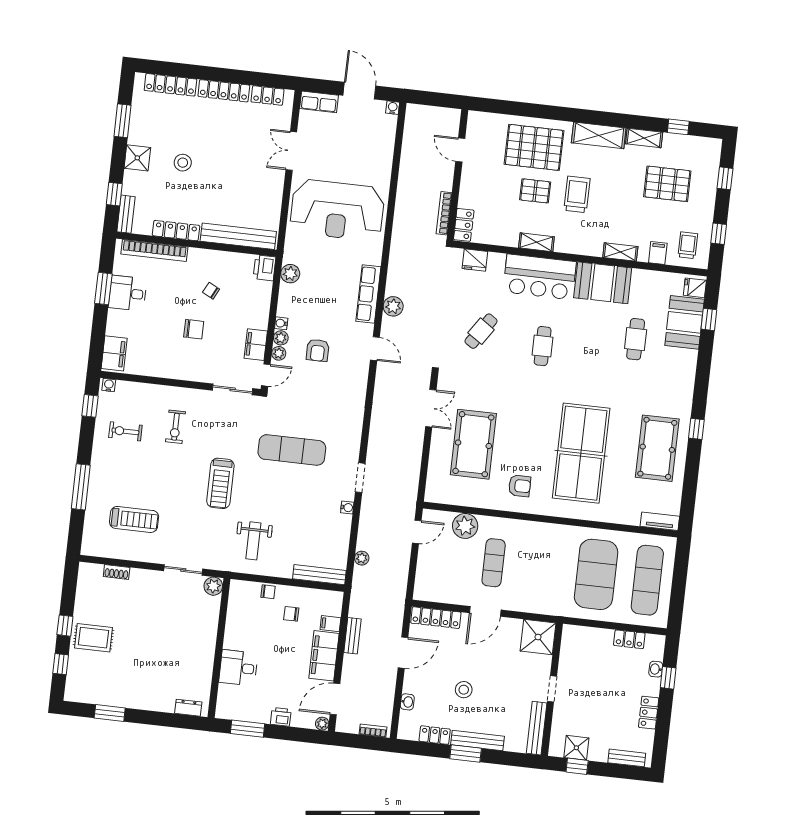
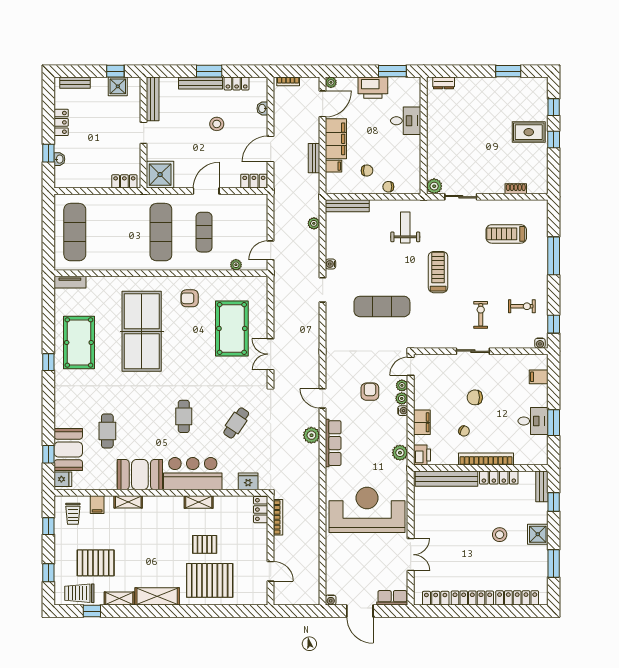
trolley: (577, 194) -> (79, 593), moved, turned 90
bookcase: (154, 250) -> (486, 459), moved
filing cabinet: (256, 345) -> (422, 422), moved
filing cabinet: (114, 353) -> (539, 377), width x0.50
sliding door: (233, 389) -> (473, 351), moved
plant: (465, 526) -> (236, 265), width x0.53, depth x0.53
exercise mat: (596, 574) -> (161, 232), moved, width x0.68
locker: (436, 618) -> (254, 181), width x0.66
locker: (629, 639) -> (124, 181), moved
printer: (281, 717) -> (373, 88), width x1.87, depth x1.48

